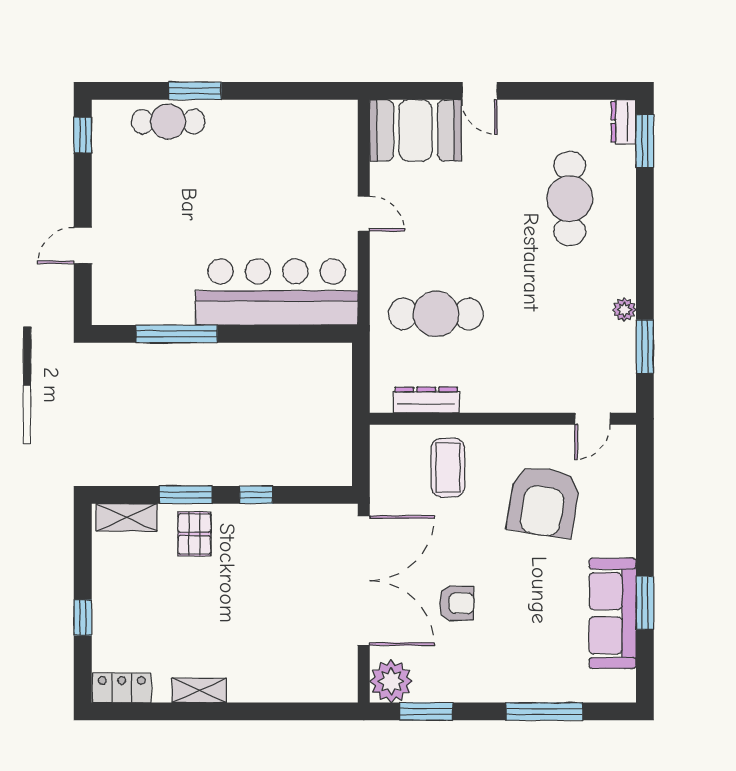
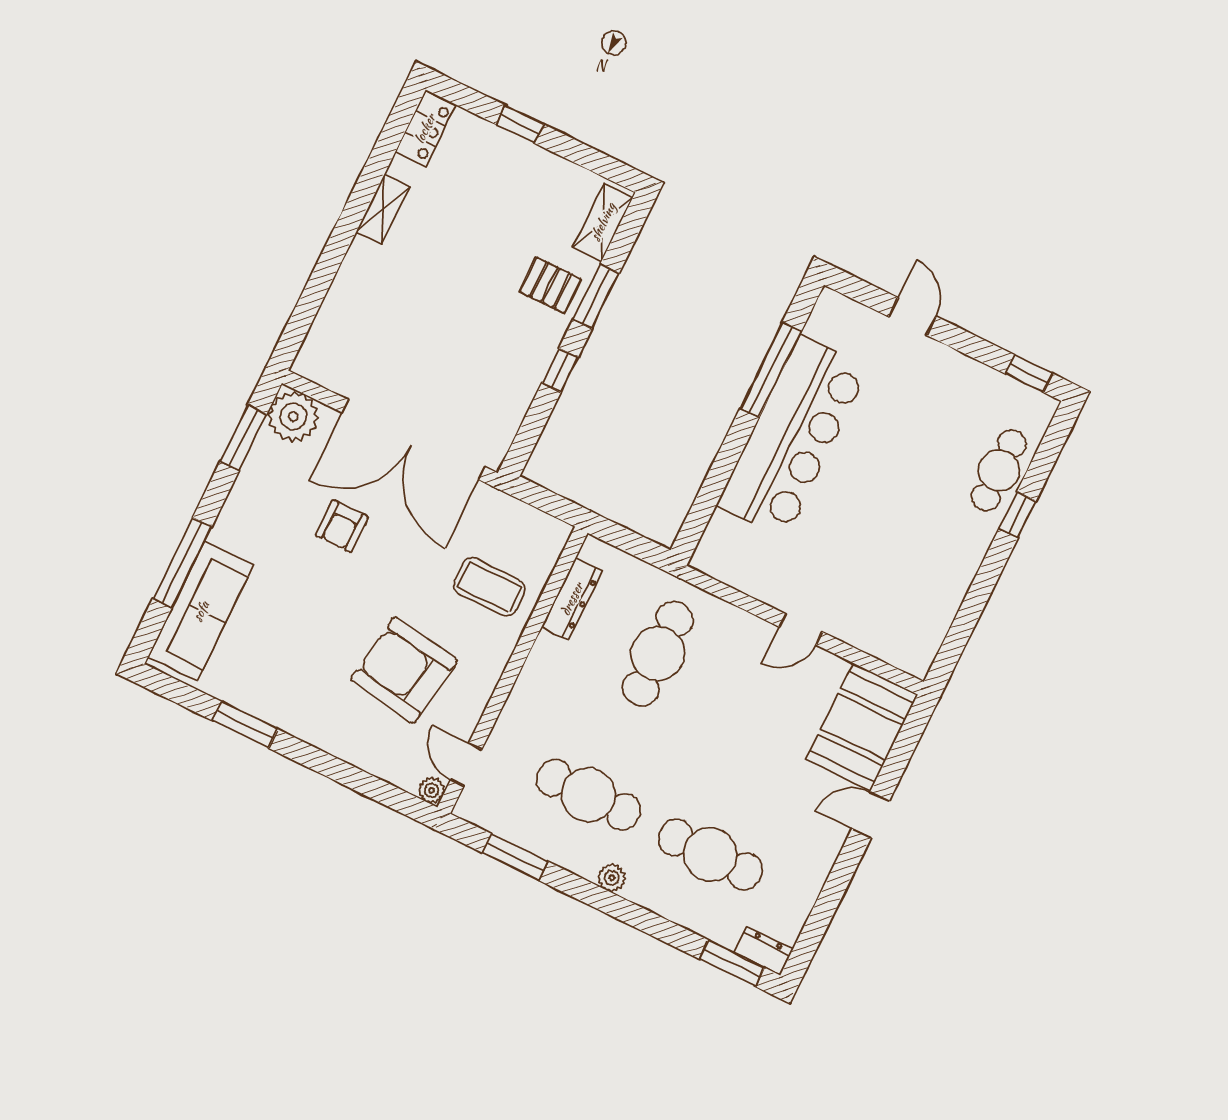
window: (195, 91) -> (1018, 515), width x0.67
bar counter: (277, 292) -> (793, 437), moved
plant: (624, 310) -> (612, 878), moved
cafe table: (570, 314) -> (589, 795), added
plant: (625, 436) -> (432, 790), added
sofa: (613, 613) -> (201, 611), moved, turned 90

